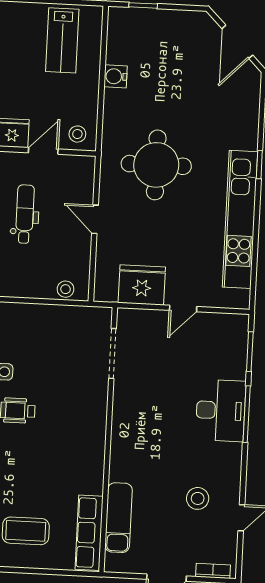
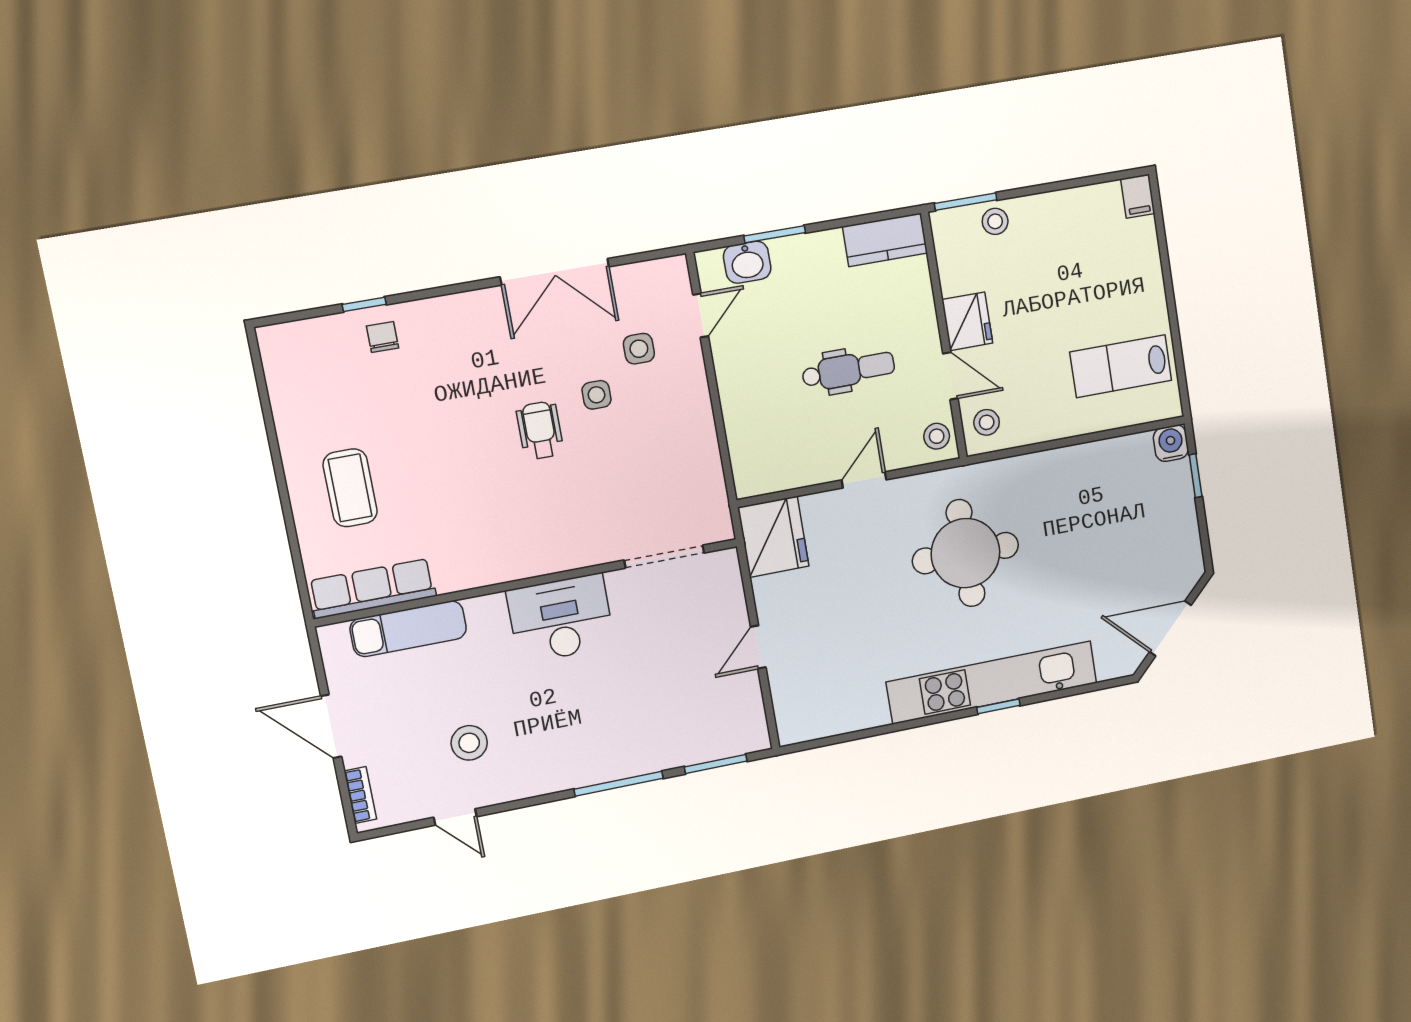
water cooler: (116, 76) -> (1171, 443), moved
kitchen unit: (240, 219) -> (992, 682), moved
fridge: (142, 285) -> (773, 537), moved
stool: (66, 289) -> (937, 436), moved
door: (183, 308) -> (758, 647), hinge flipped
desk: (221, 410) -> (561, 618), moved, turned 180

